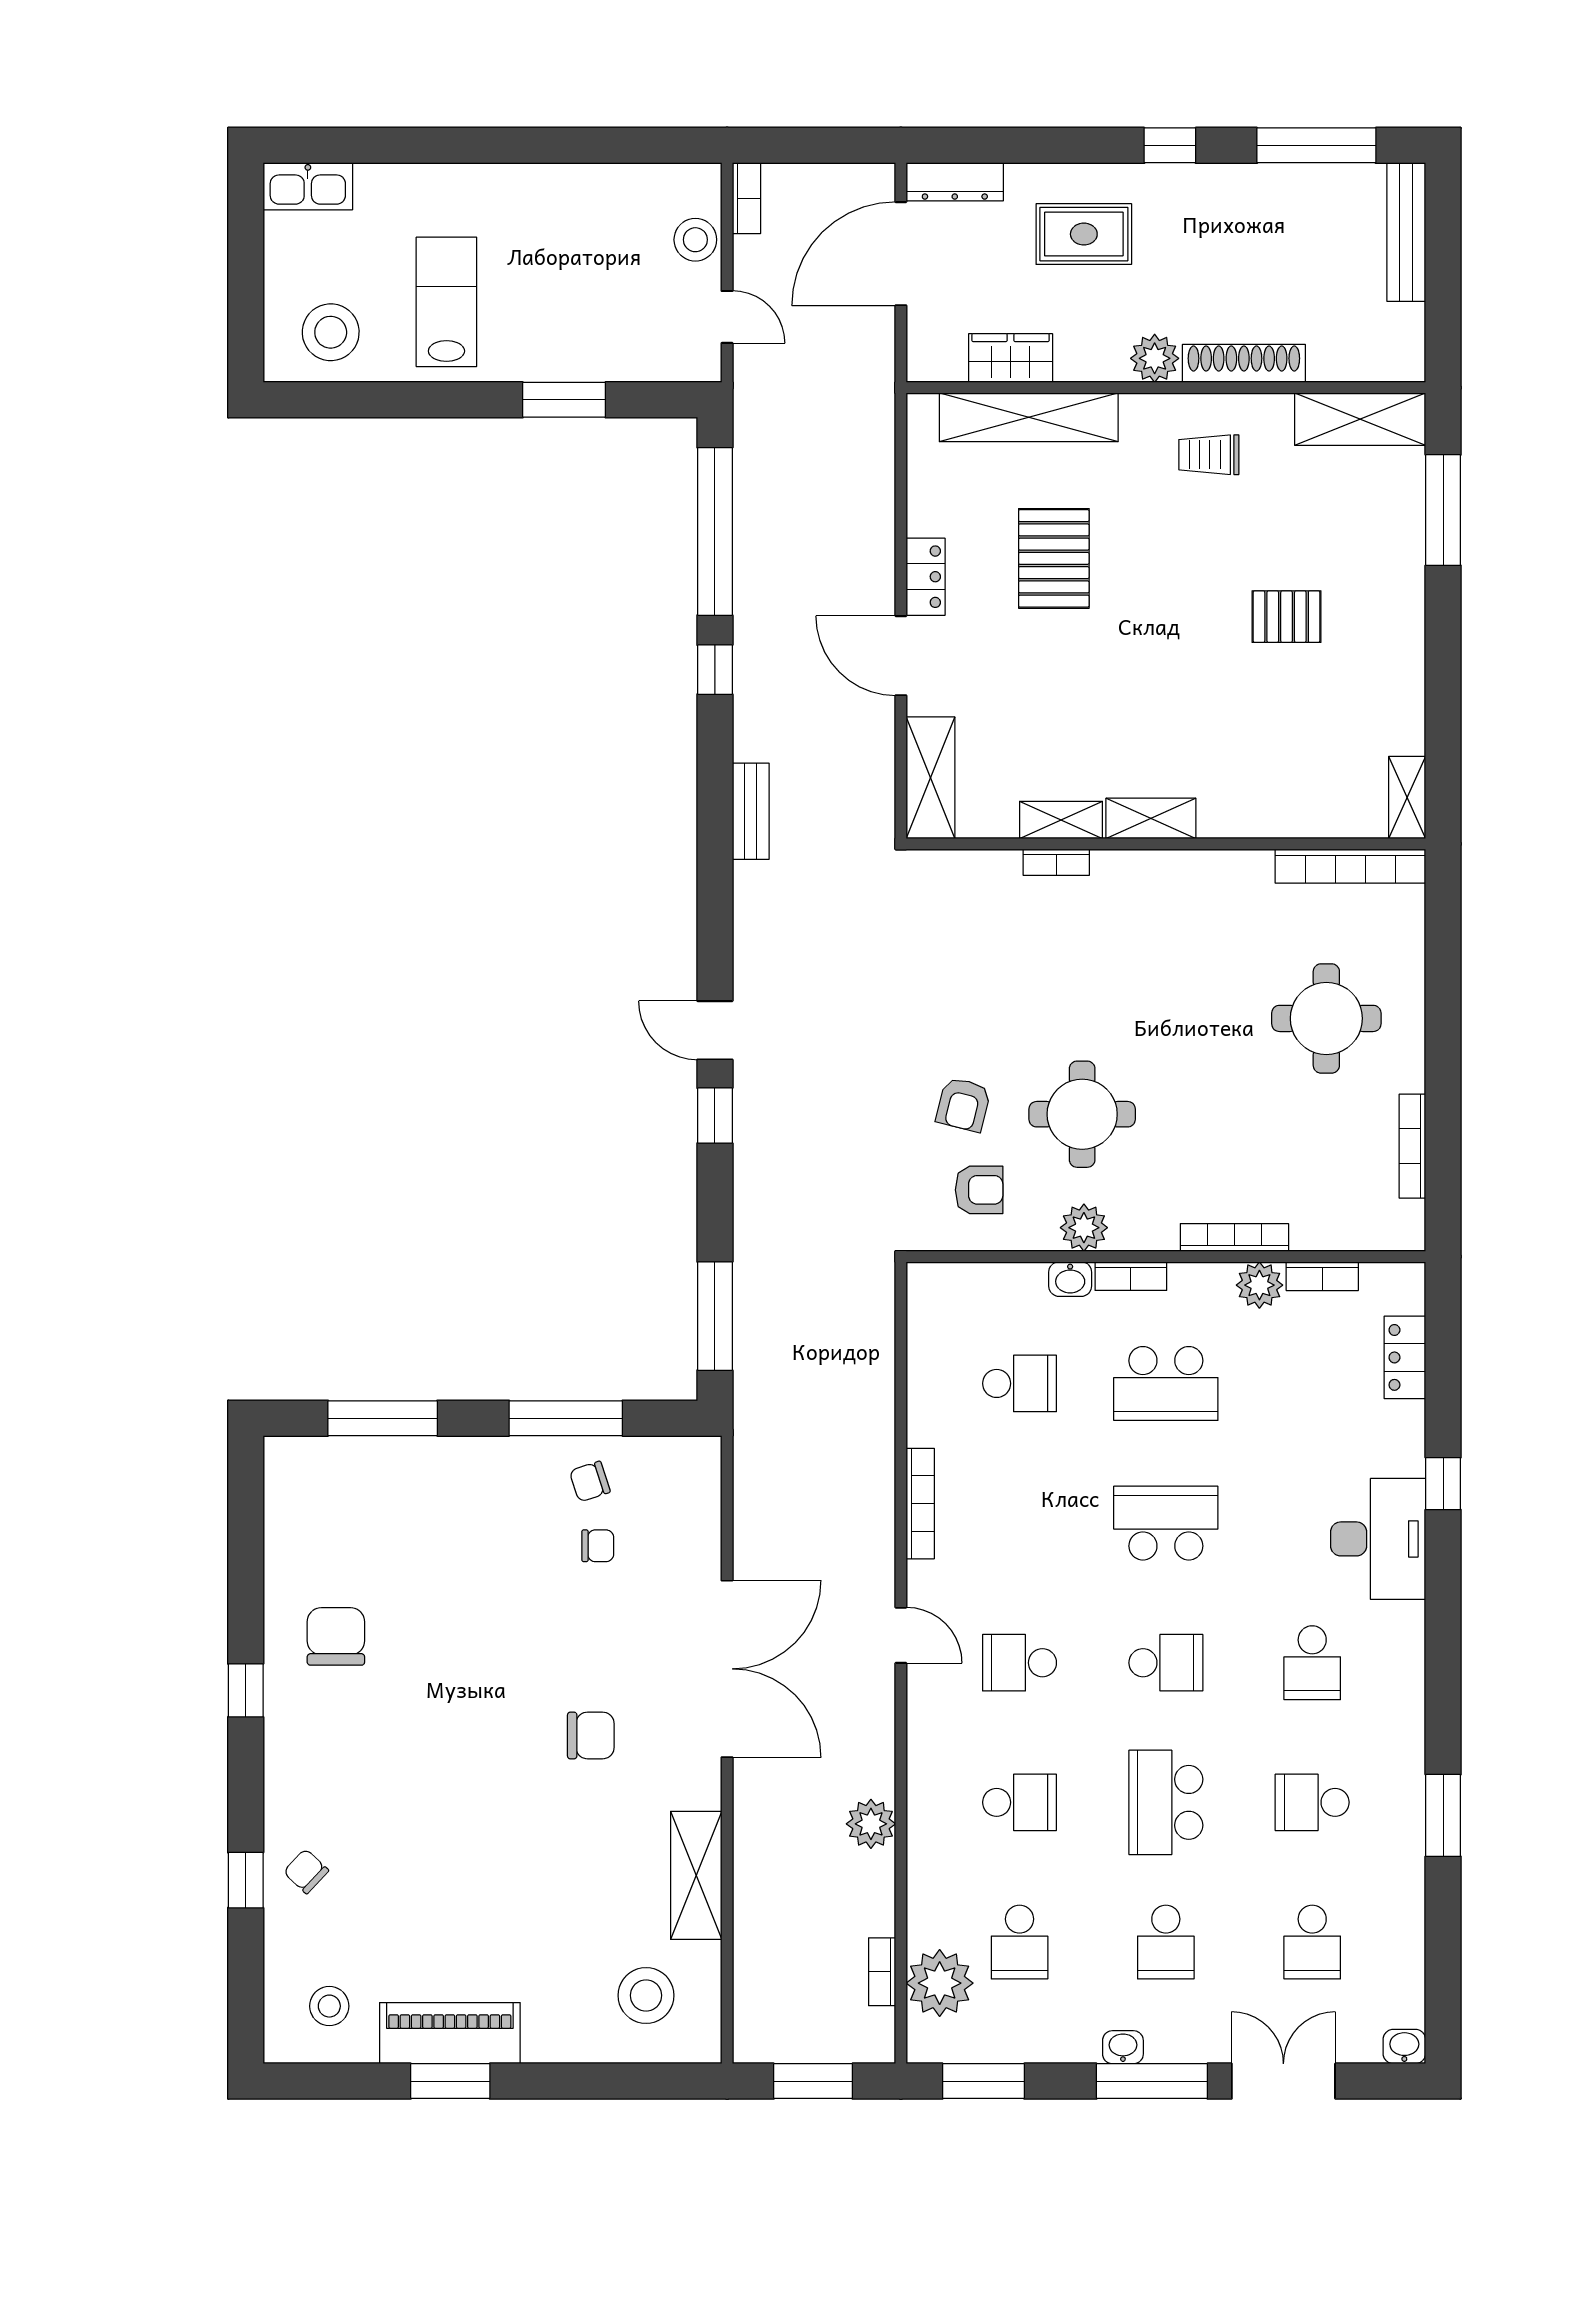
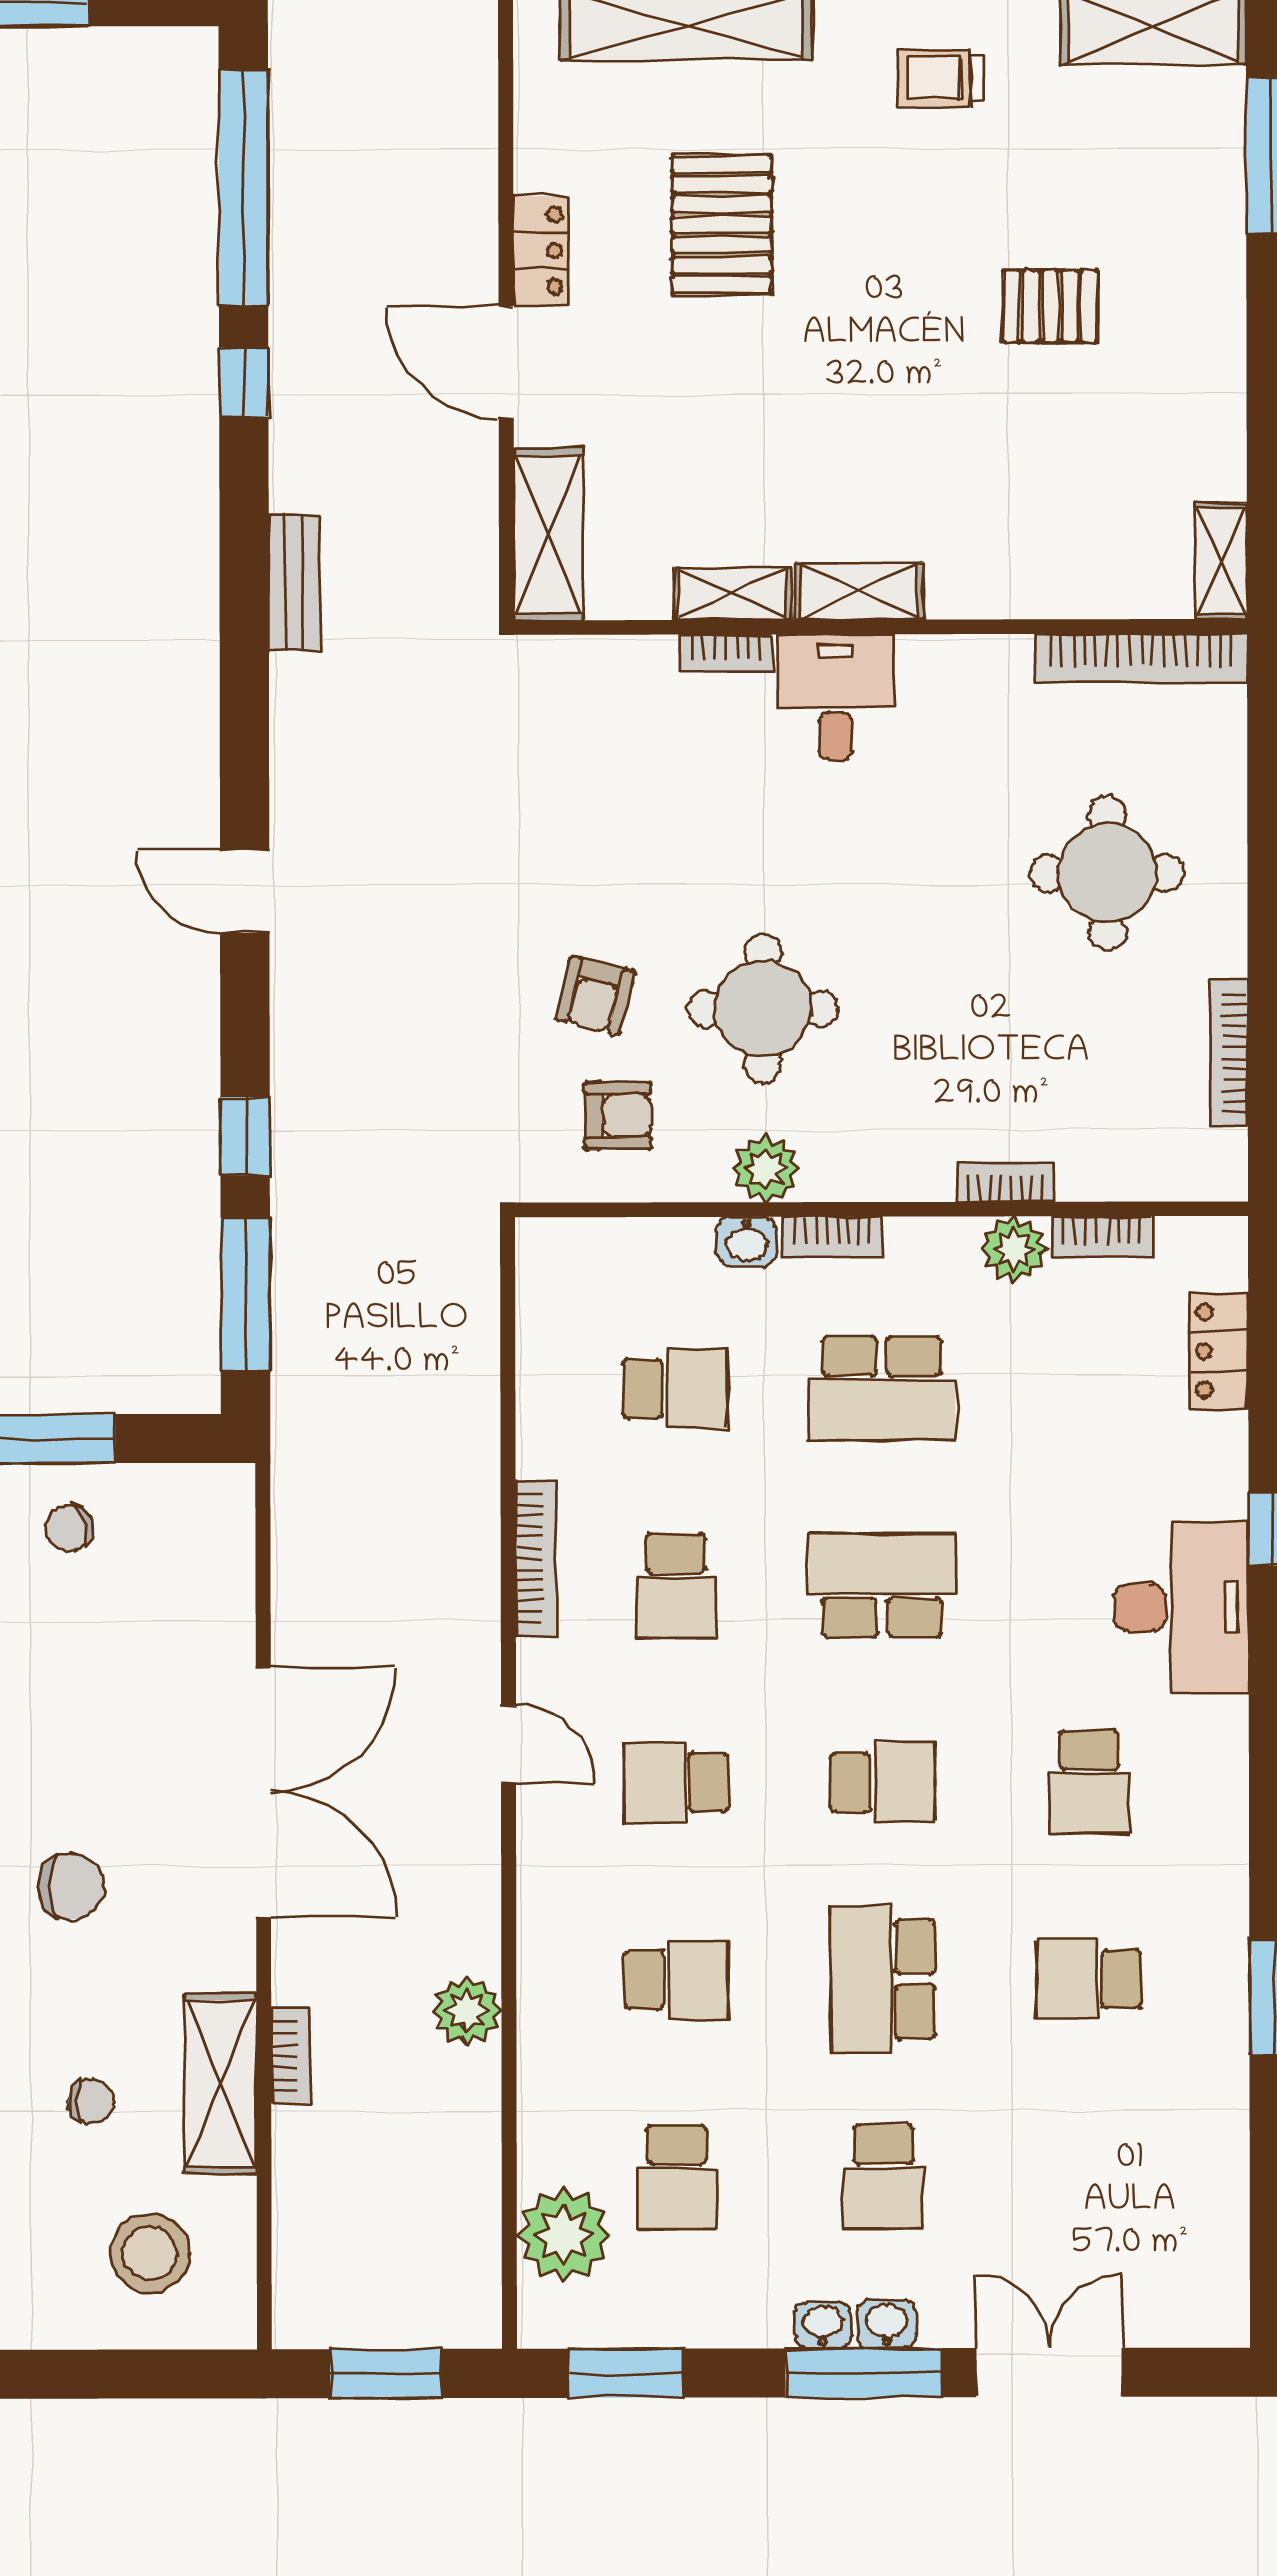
desk: (1134, 894) -> (836, 697), added
window: (715, 1116) -> (245, 1136), moved
bookcase: (1234, 1237) -> (1006, 1182), width x0.64
chair: (598, 1546) -> (91, 2101), moved
school desk: (1312, 1942) -> (676, 1586), moved
bookcase: (882, 1972) -> (290, 2056), moved, turned 180
washbasin: (1404, 2047) -> (887, 2324), moved

